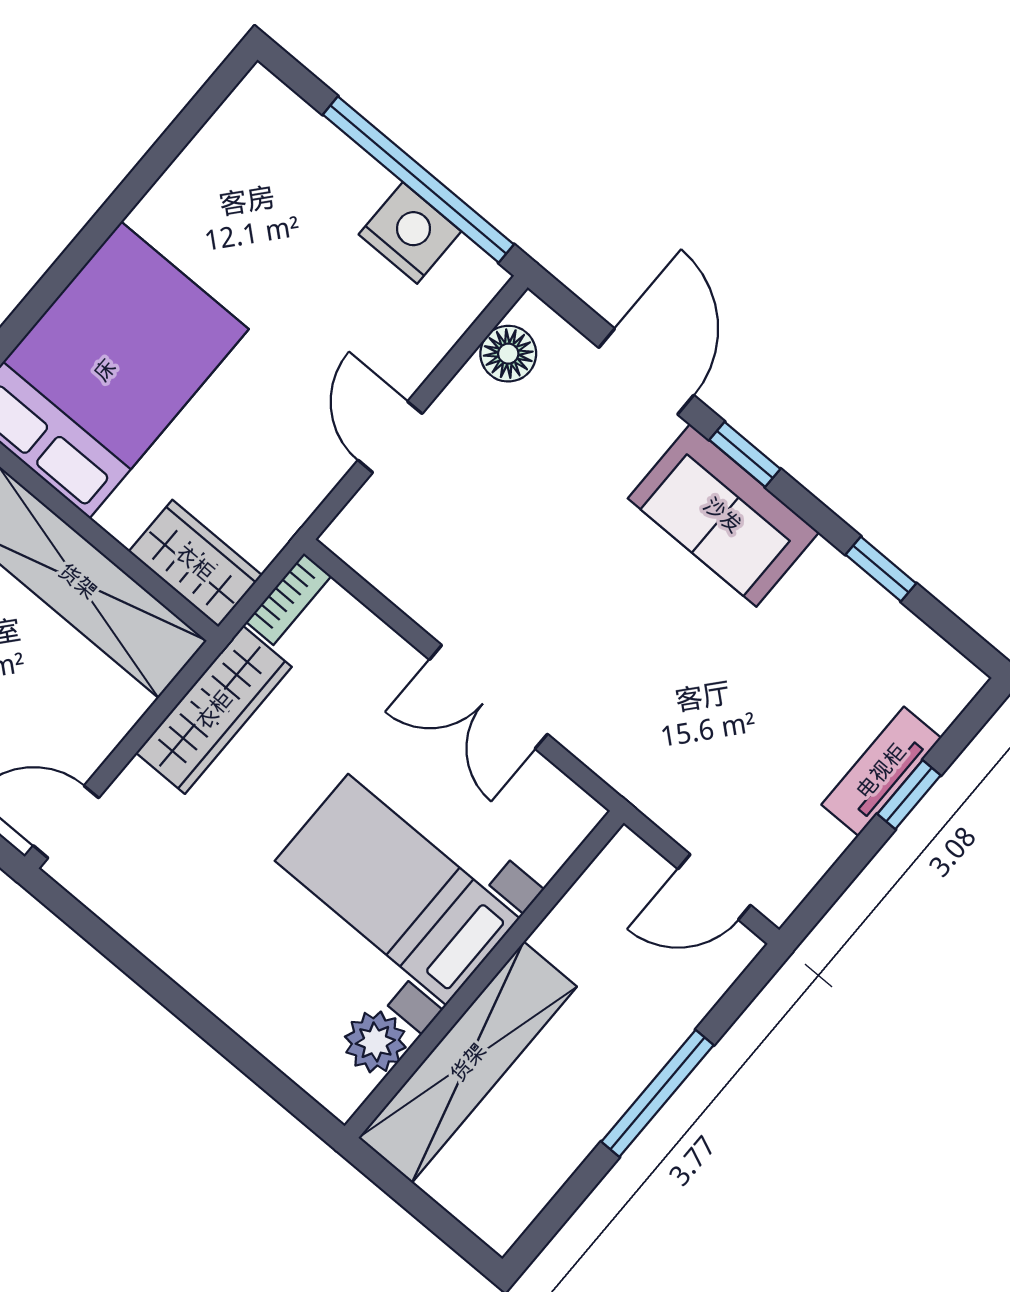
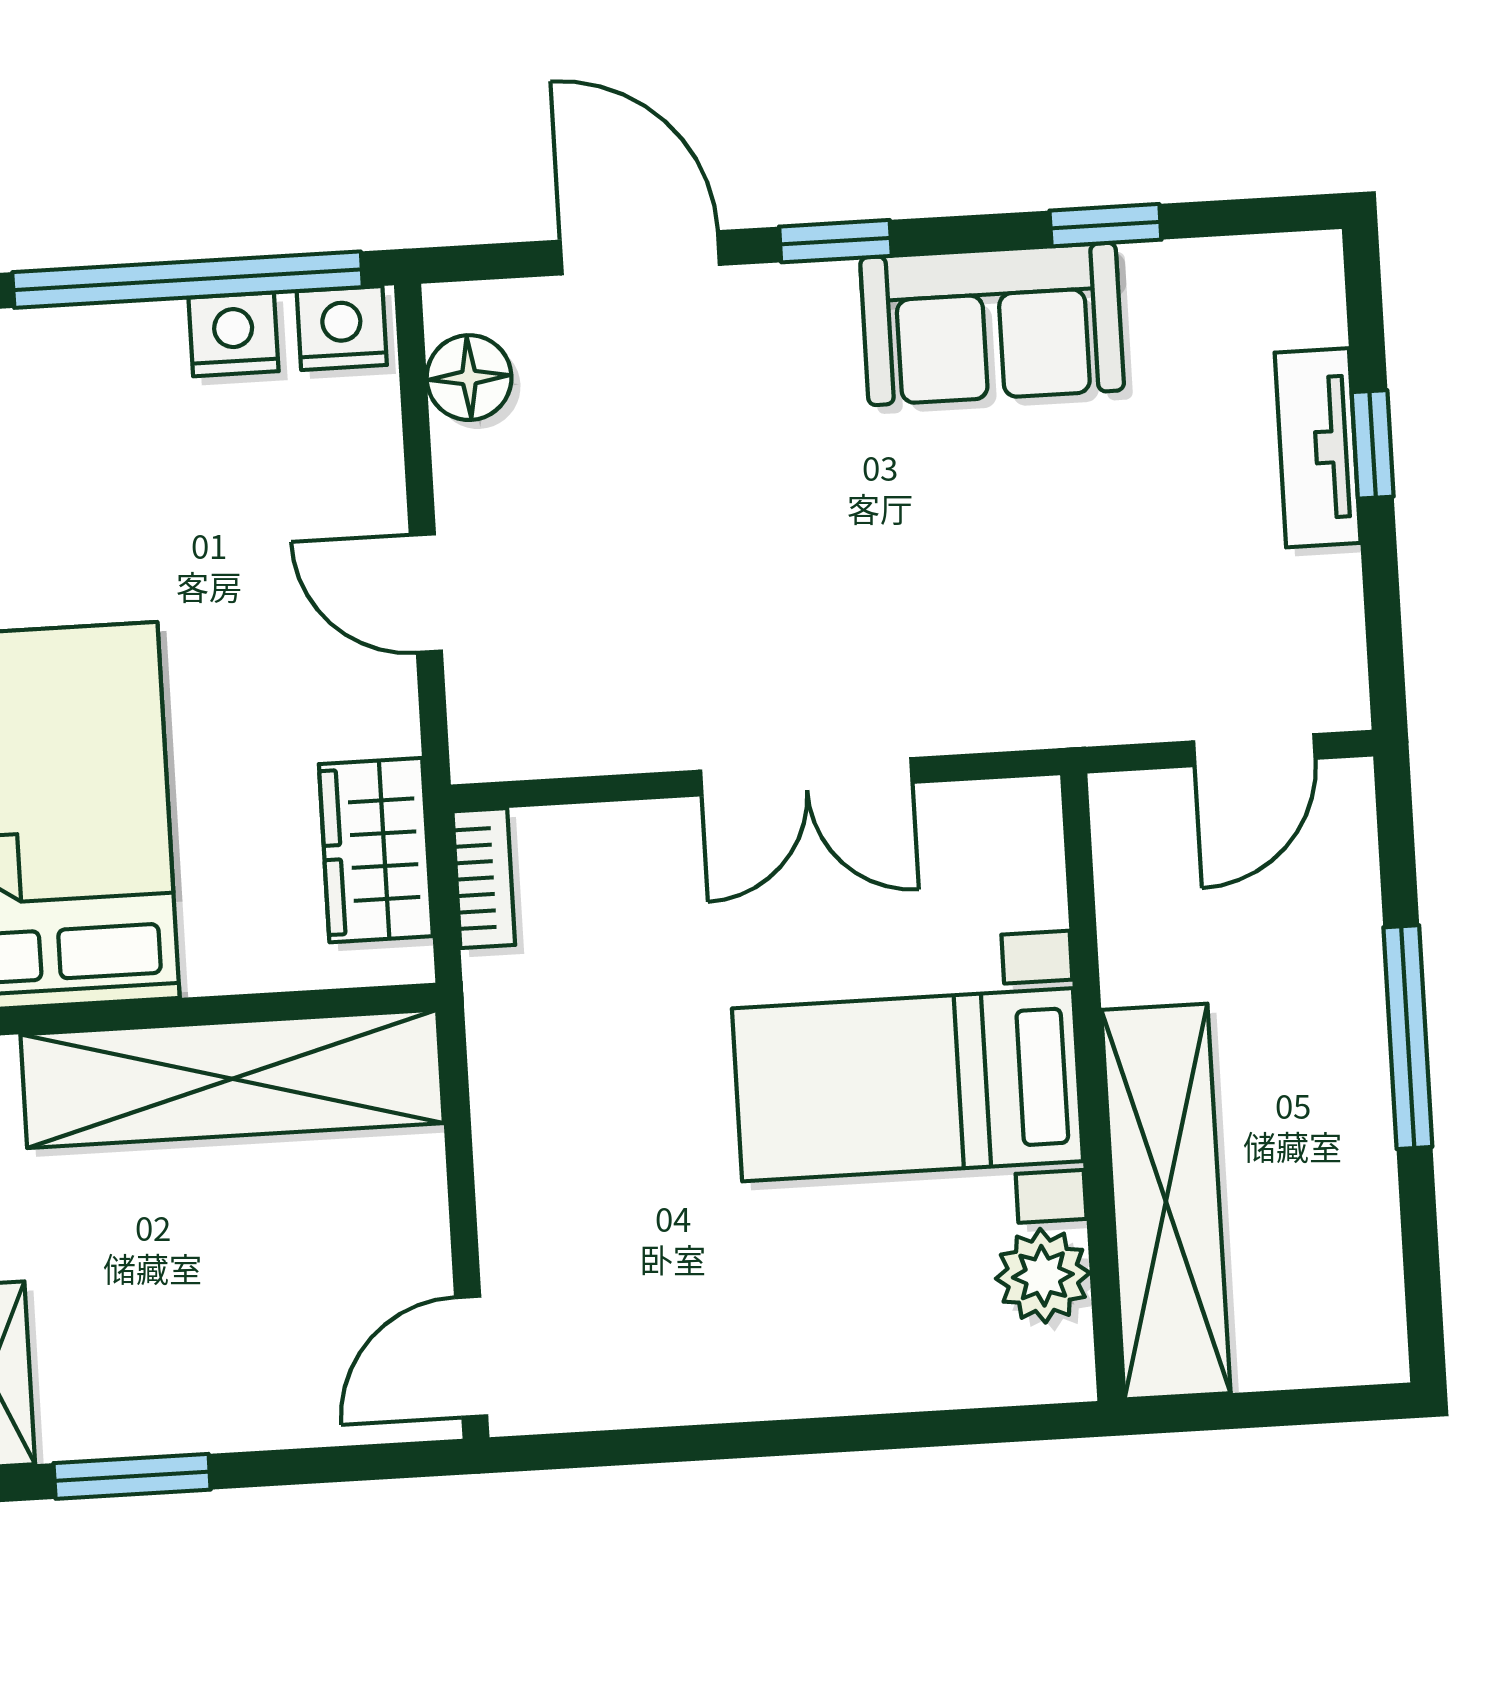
nightstand: (410, 233) -> (233, 334), width x0.74, depth x0.75
nightstand: (470, 272) -> (342, 328), added
sofa: (723, 515) -> (992, 324), moved
wardrobe: (195, 563) -> (376, 850), moved, turned -90
wardrobe: (214, 710) -> (517, 1078), removed

